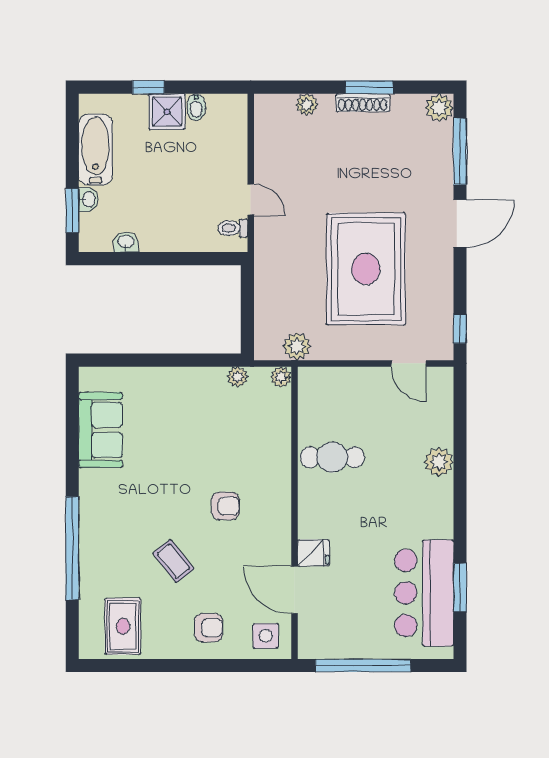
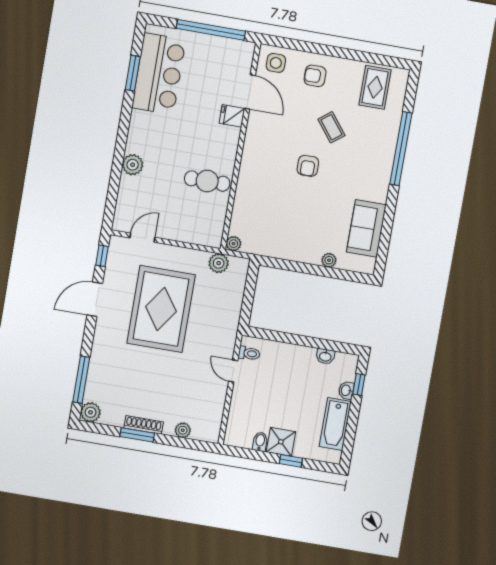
window: (72, 211) -> (359, 385), width x0.67
door: (460, 224) -> (95, 299), moved
door: (408, 363) -> (142, 238), hinge flipped
plant: (238, 377) -> (329, 260), moved
armchair: (225, 506) -> (308, 166), moved, turned -90

